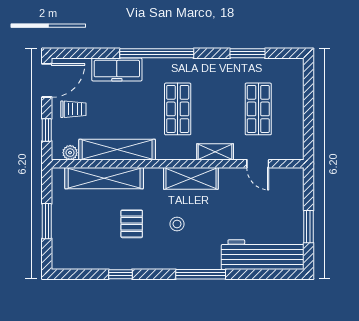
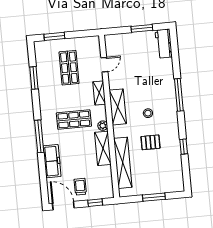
window: (157, 53) -> (39, 136), width x0.68
window: (309, 91) -> (54, 36), added
shop shelf: (258, 109) -> (69, 68), turned 90
shelving: (117, 150) -> (103, 148), width x0.68
plant: (70, 153) -> (103, 126), moved
workbench: (263, 255) -> (164, 44), width x0.53, depth x0.76

